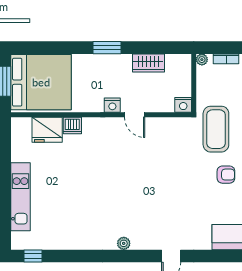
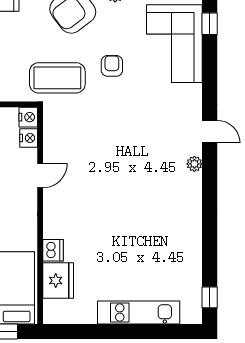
nightstand: (112, 105) -> (29, 138), moved
plant: (124, 243) -> (194, 164), moved

